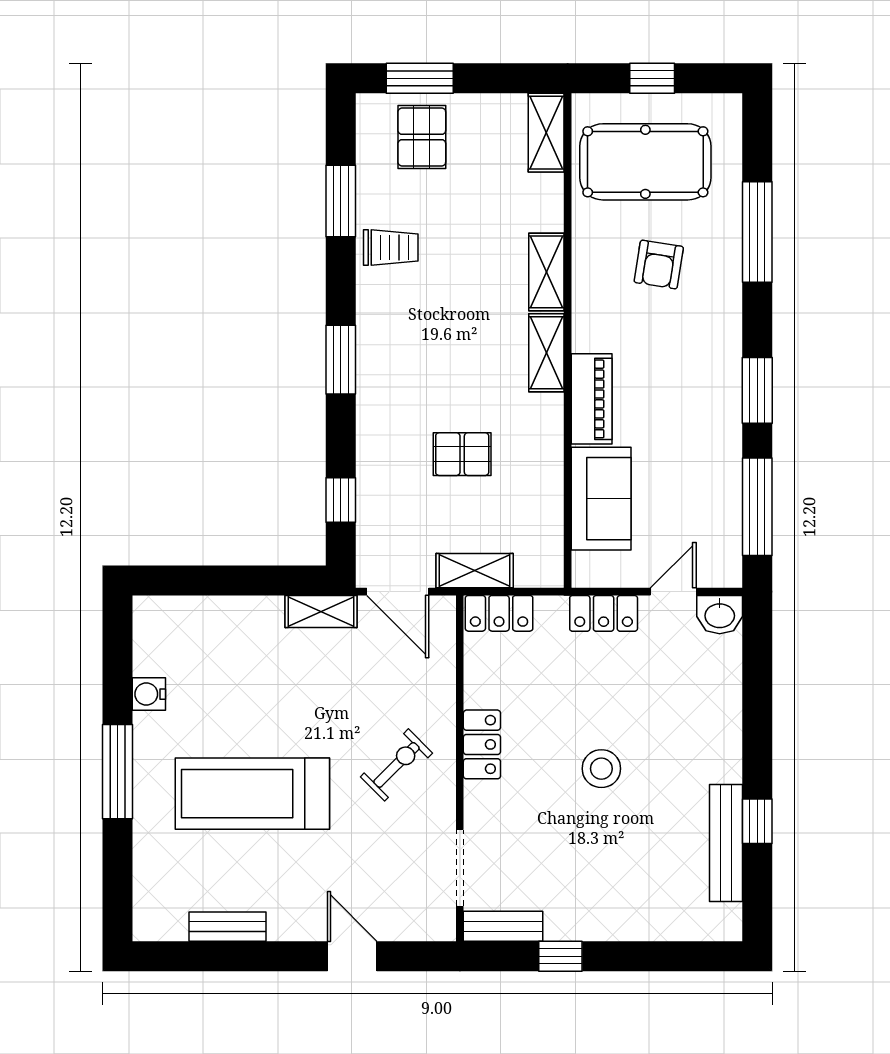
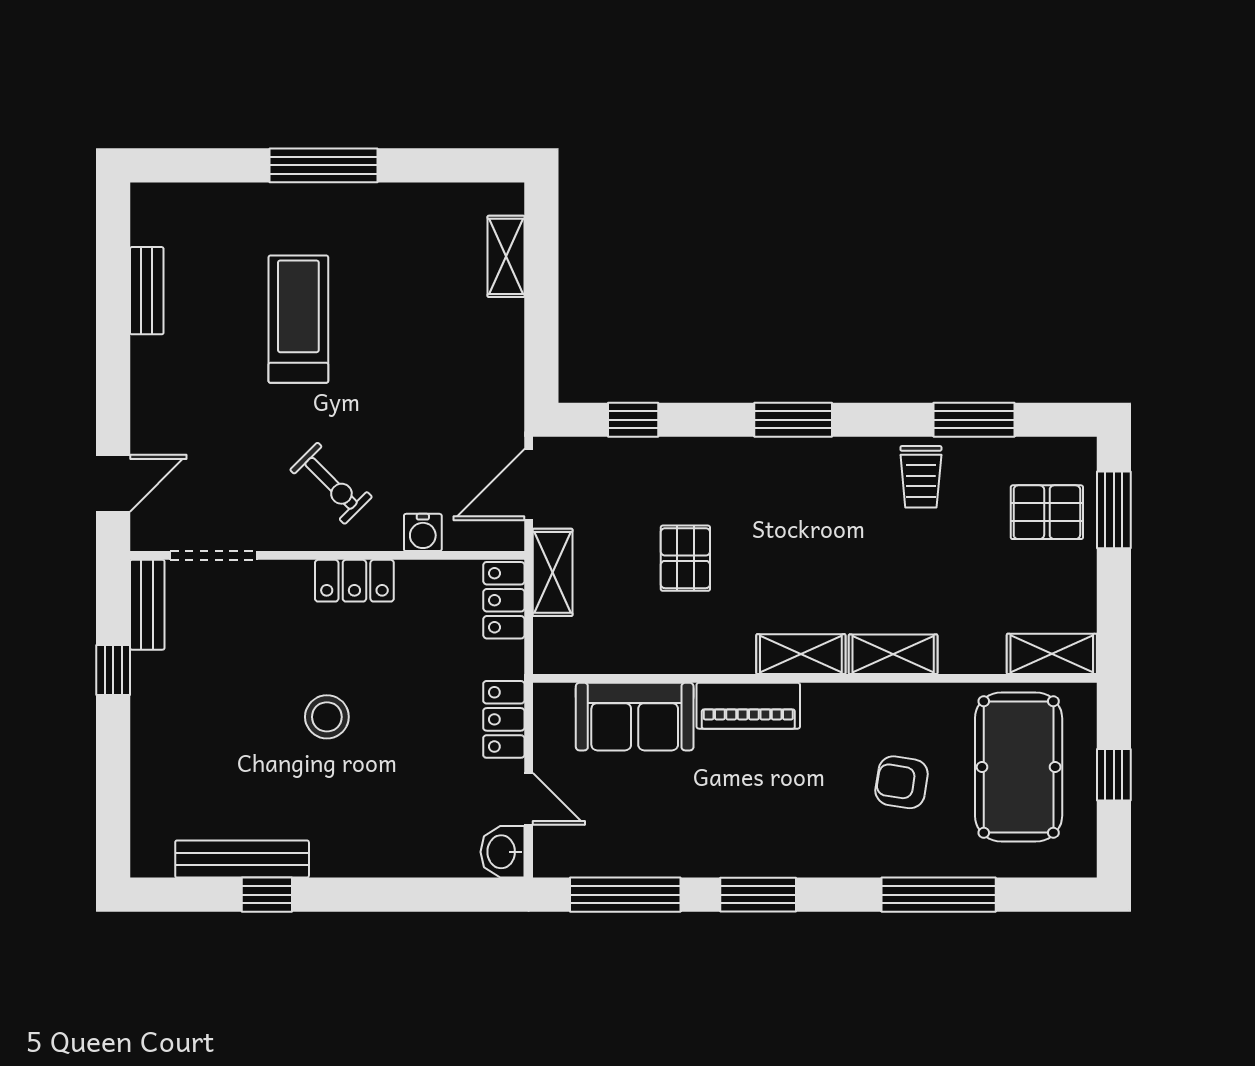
shelving: (321, 611) -> (506, 256), moved
water cooler: (149, 694) -> (423, 532), moved, turned 180
treadmill: (252, 794) -> (298, 319), width x0.73, depth x0.73
door: (352, 956) -> (113, 483), moved

